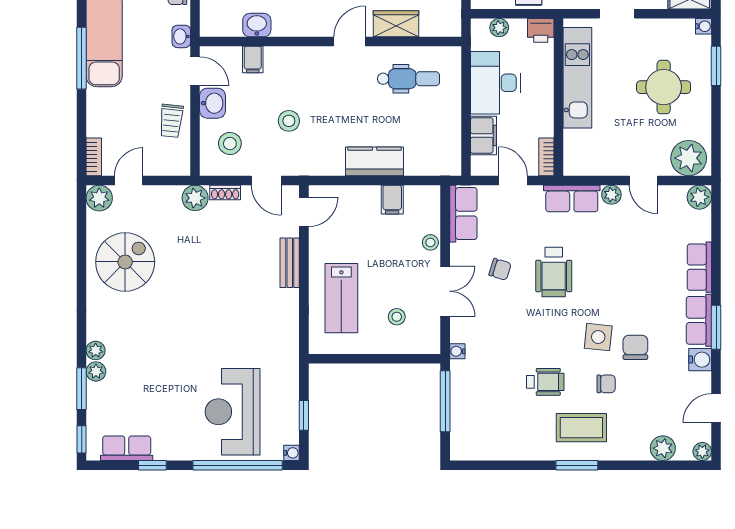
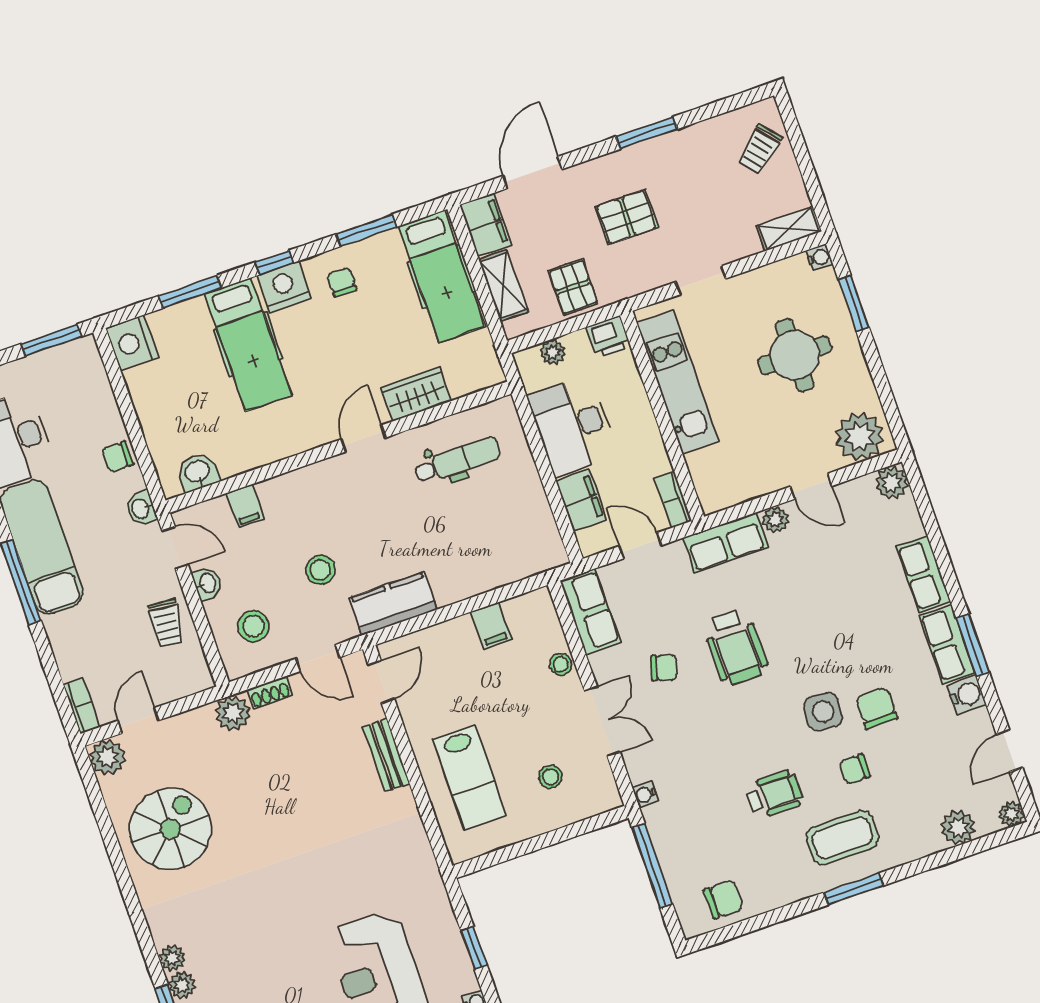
washbasin: (257, 25) -> (197, 472), moved
washbasin: (212, 103) -> (207, 583), width x0.72, depth x0.69
kitchen counter: (375, 161) -> (393, 604), moved
chair: (606, 384) -> (855, 769), turned 180
chair: (486, 441) -> (724, 899), added

